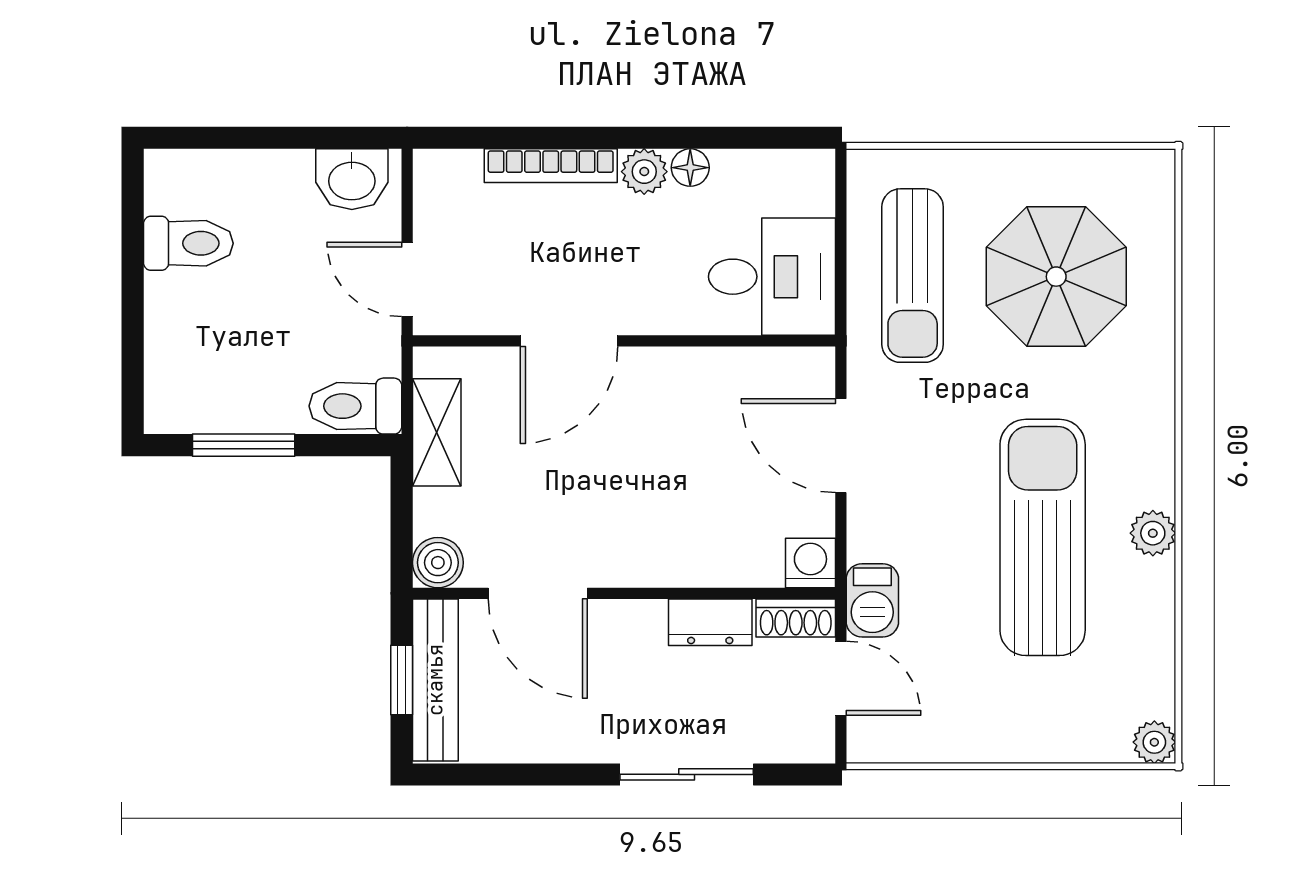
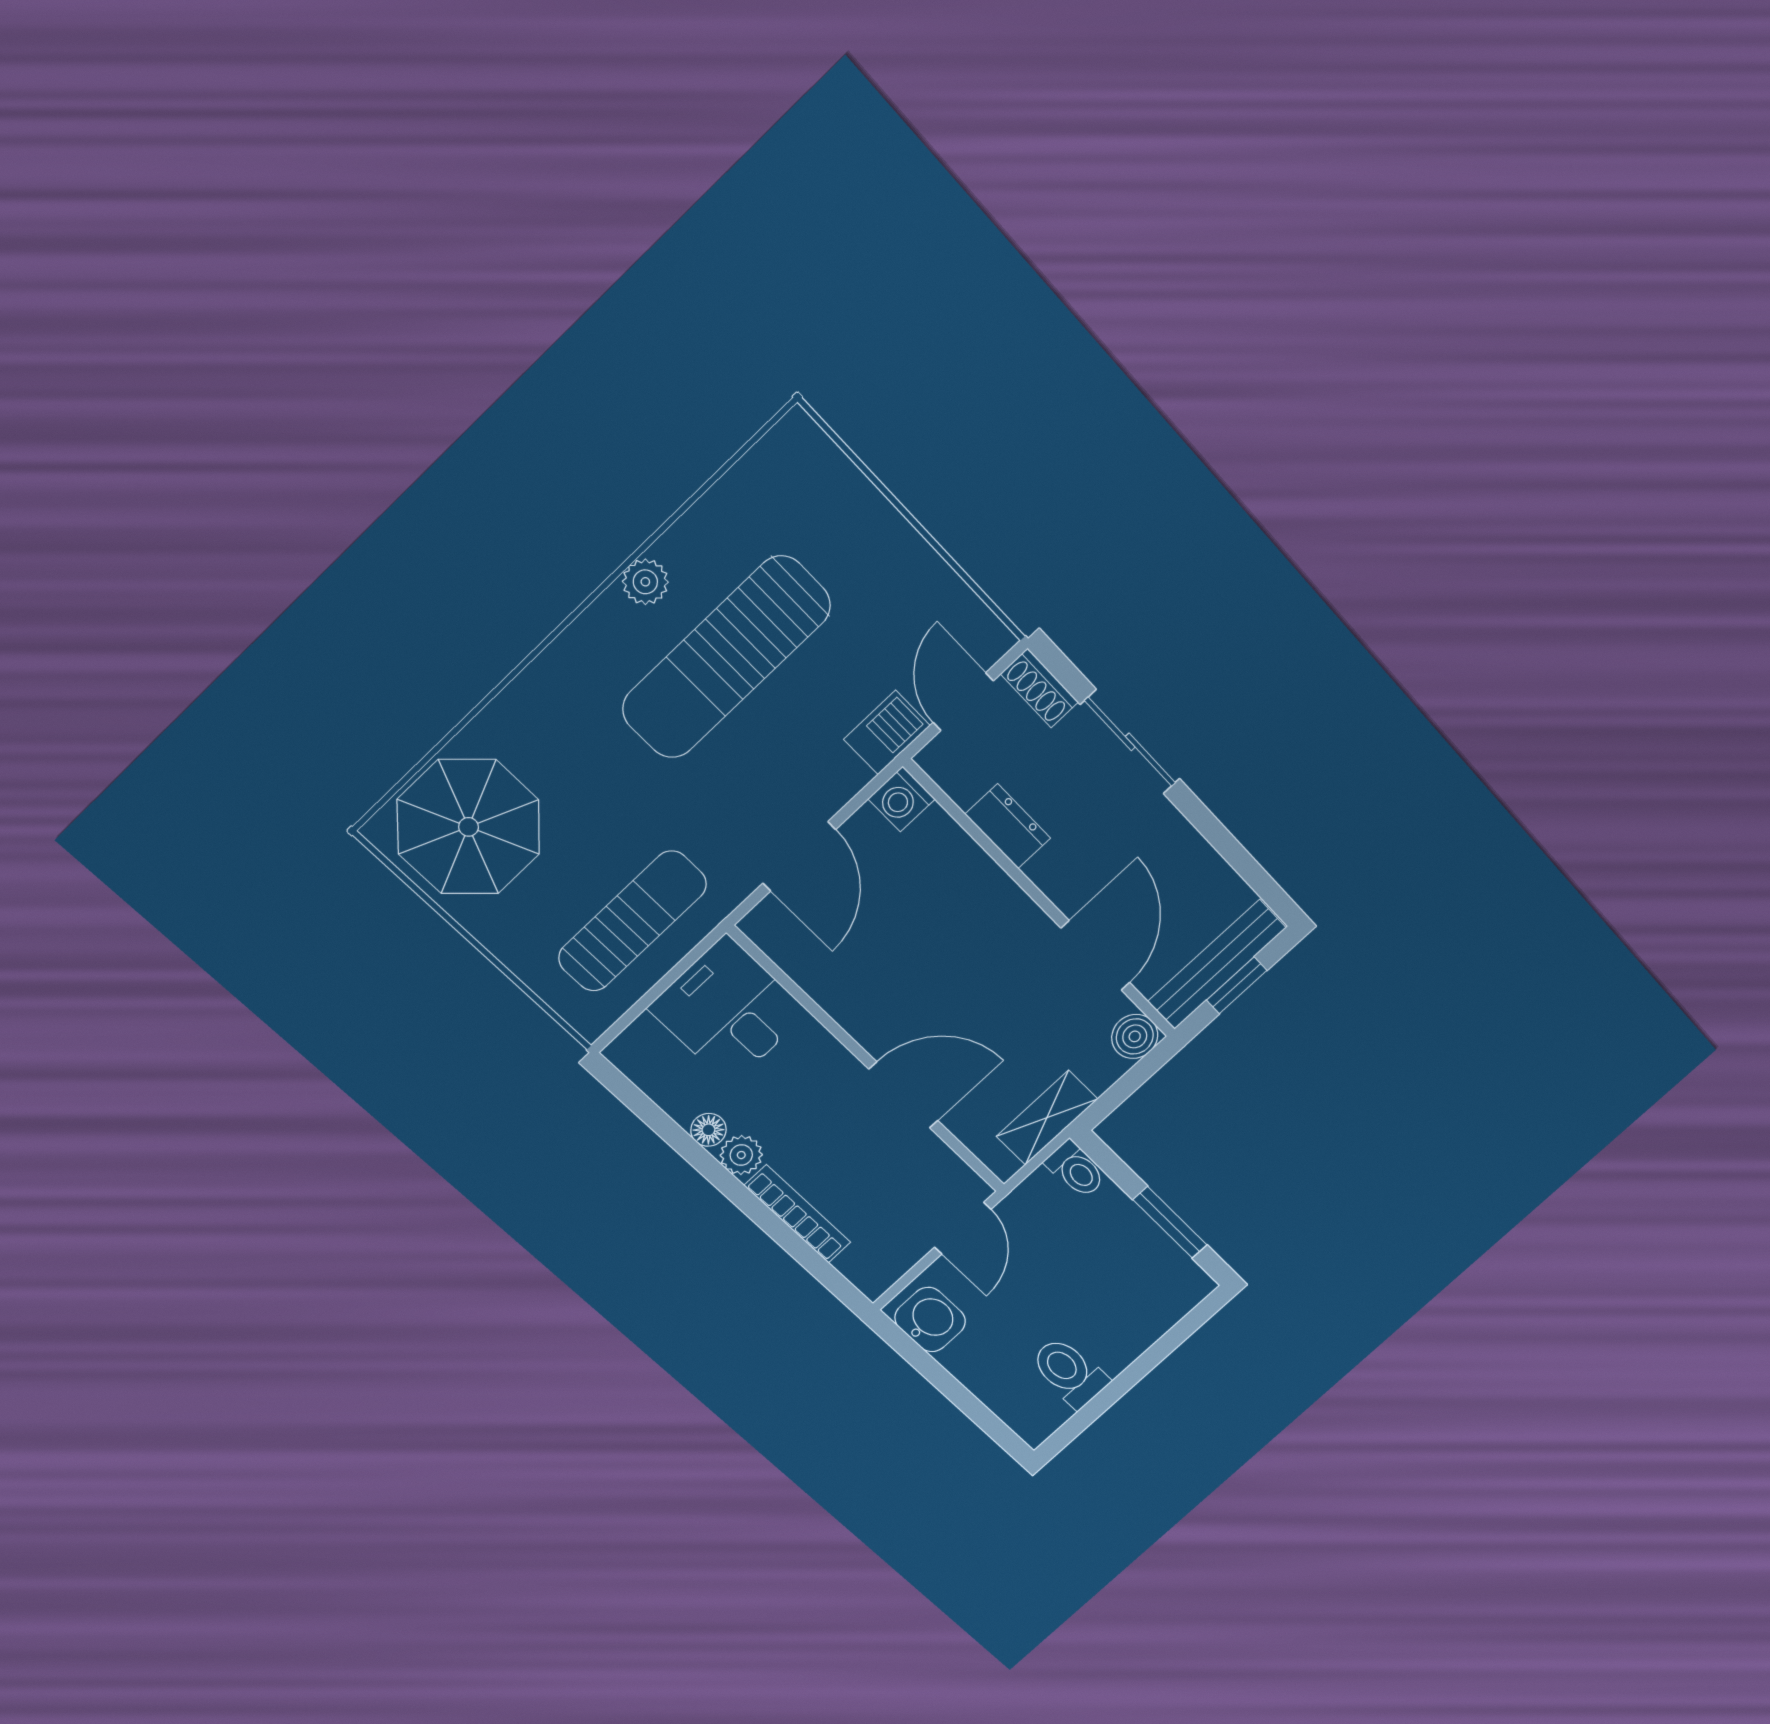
parasol: (1056, 277) -> (469, 827), moved
toilet: (355, 406) -> (1076, 1169), width x0.73, depth x0.72
shoe rack: (796, 618) -> (1040, 688), moved, turned 180
plant: (1154, 742) -> (797, 433), removed

